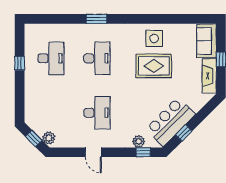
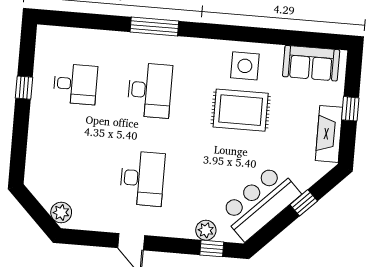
window: (96, 19) -> (154, 26), width x1.44
sofa: (207, 41) -> (311, 63), moved, turned -90
desk: (51, 58) -> (75, 84), width x0.73
window: (184, 133) -> (304, 203), moved
window: (34, 138) -> (37, 211), removed

